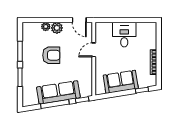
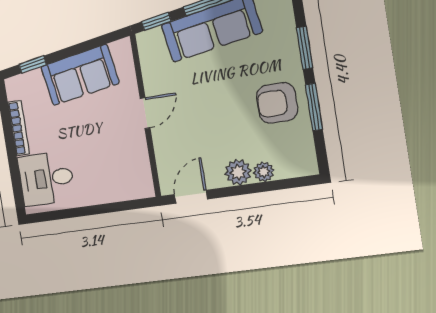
door: (79, 20) -> (191, 197), hinge flipped
desk: (124, 35) -> (46, 179), moved, turned 90
door: (94, 50) -> (145, 113), moved
armchair: (51, 55) -> (277, 103), moved

